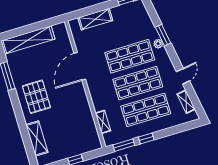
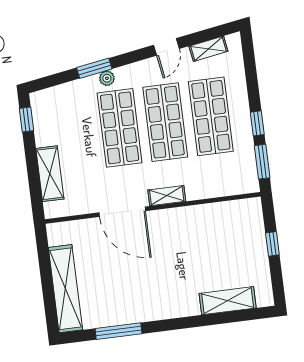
door: (183, 76) -> (166, 47), swing flipped
pallet: (36, 97) -> (160, 290), removed
shelving: (103, 122) -> (167, 196), moved

